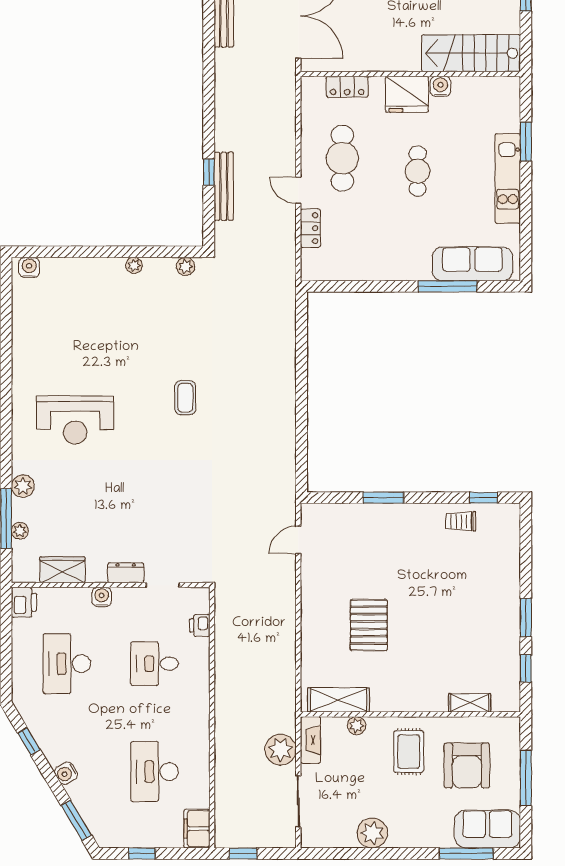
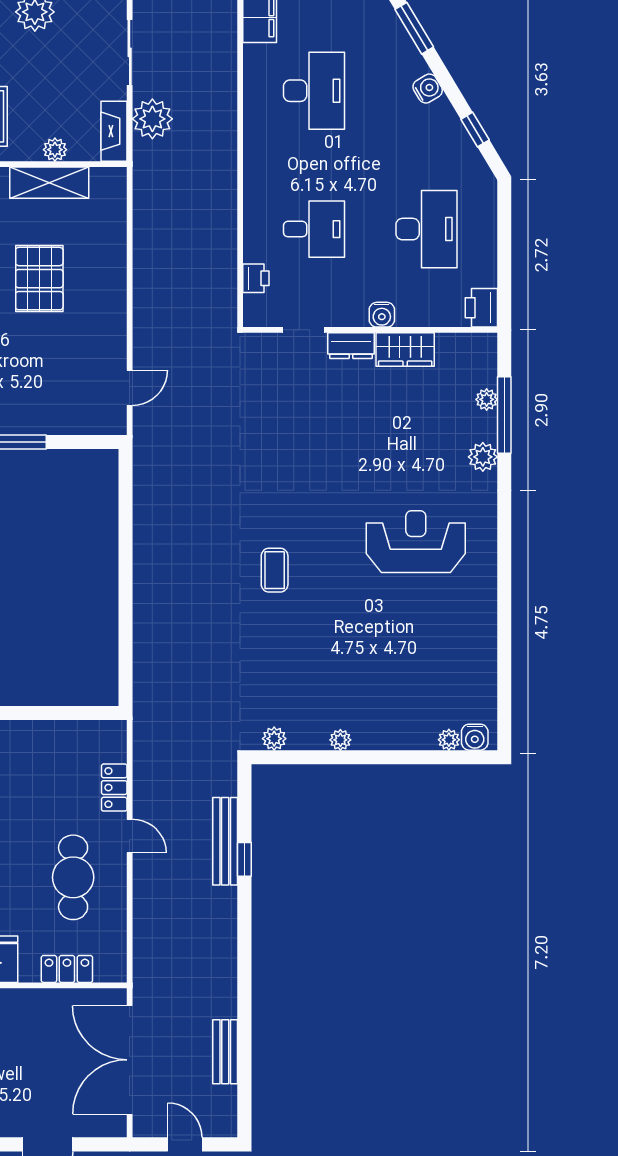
plant: (49, 265) -> (449, 740), added
wardrobe: (62, 570) -> (405, 349), moved
shelving: (339, 700) -> (49, 183), moved

